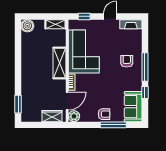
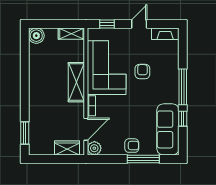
armchair: (127, 61) -> (142, 71), moved
sofa: (133, 107) -> (168, 129), width x1.36

